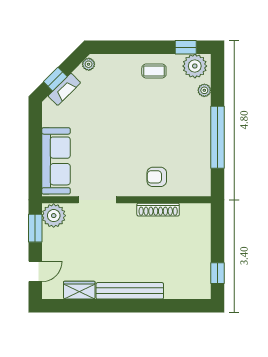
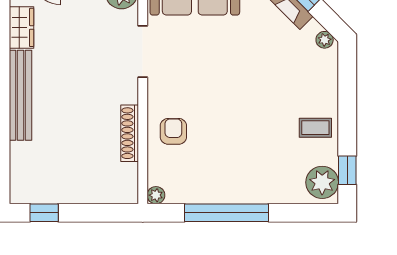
coffee table: (154, 71) -> (315, 128), turned 90
plant: (204, 90) -> (156, 195), moved

